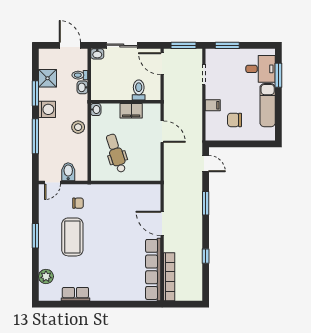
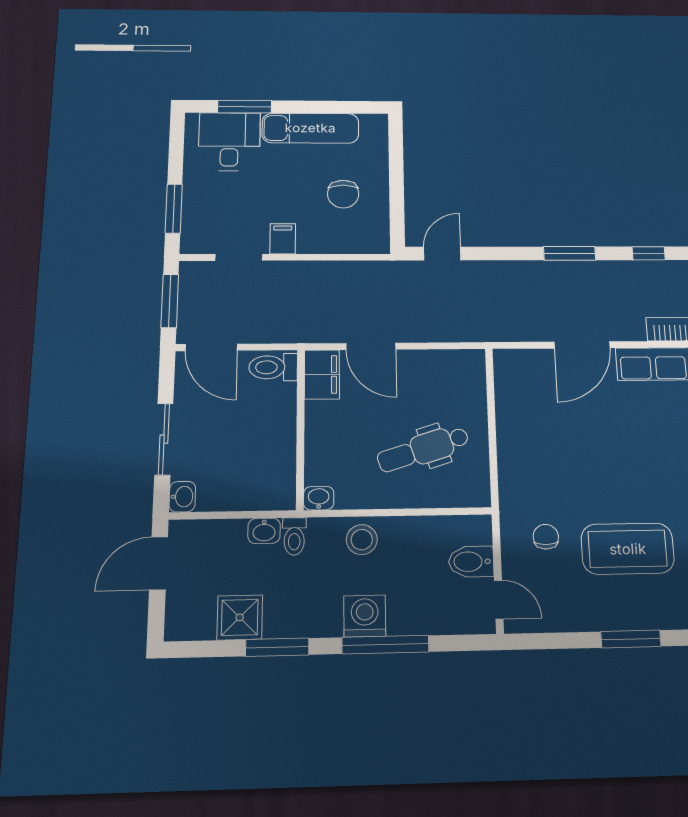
door: (162, 64) -> (211, 347), hinge flipped
toilet: (80, 75) -> (294, 536), moved
toilet: (139, 90) -> (273, 367), moved
filing cabinet: (213, 105) -> (283, 239), moved
washing machine: (47, 109) -> (365, 616), moved
filing cabinet: (131, 111) -> (322, 374), moved
door: (162, 132) -> (371, 346), swing flipped
window: (206, 203) -> (570, 253), moved

